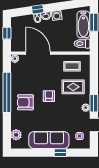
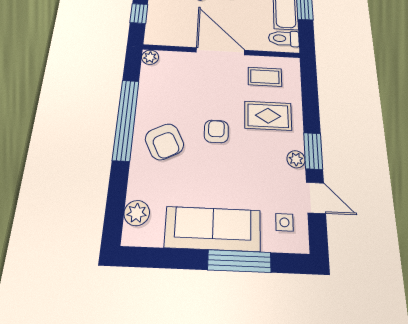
door: (38, 53) -> (220, 51), moved
armchair: (25, 102) -> (164, 142), turned -117
window: (60, 153) -> (239, 261), width x2.17

